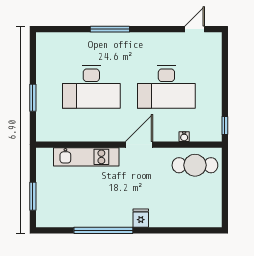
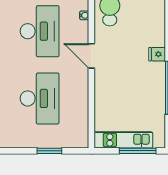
kitchen unit: (86, 157) -> (123, 140), moved, turned -90
window: (33, 196) -> (138, 151), width x1.44

